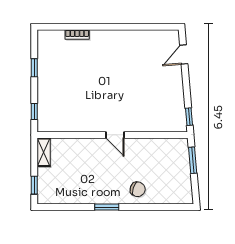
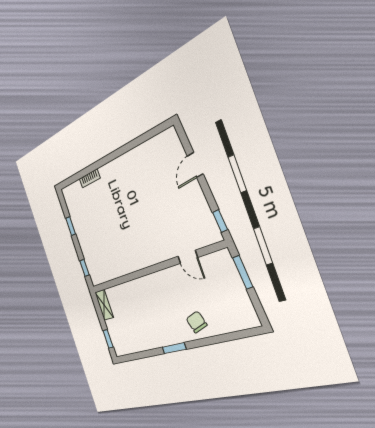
door: (184, 55) -> (195, 165), moved
door: (115, 135) -> (188, 257), moved
chair: (138, 189) -> (196, 322), turned -126

